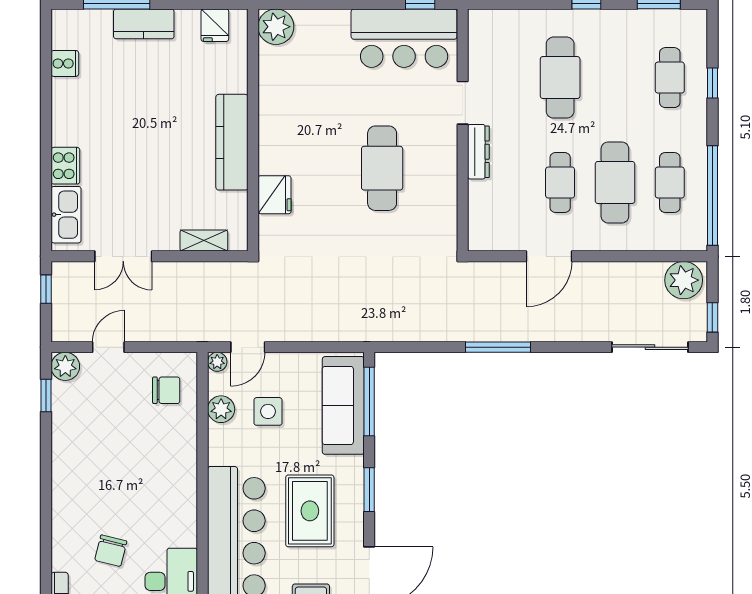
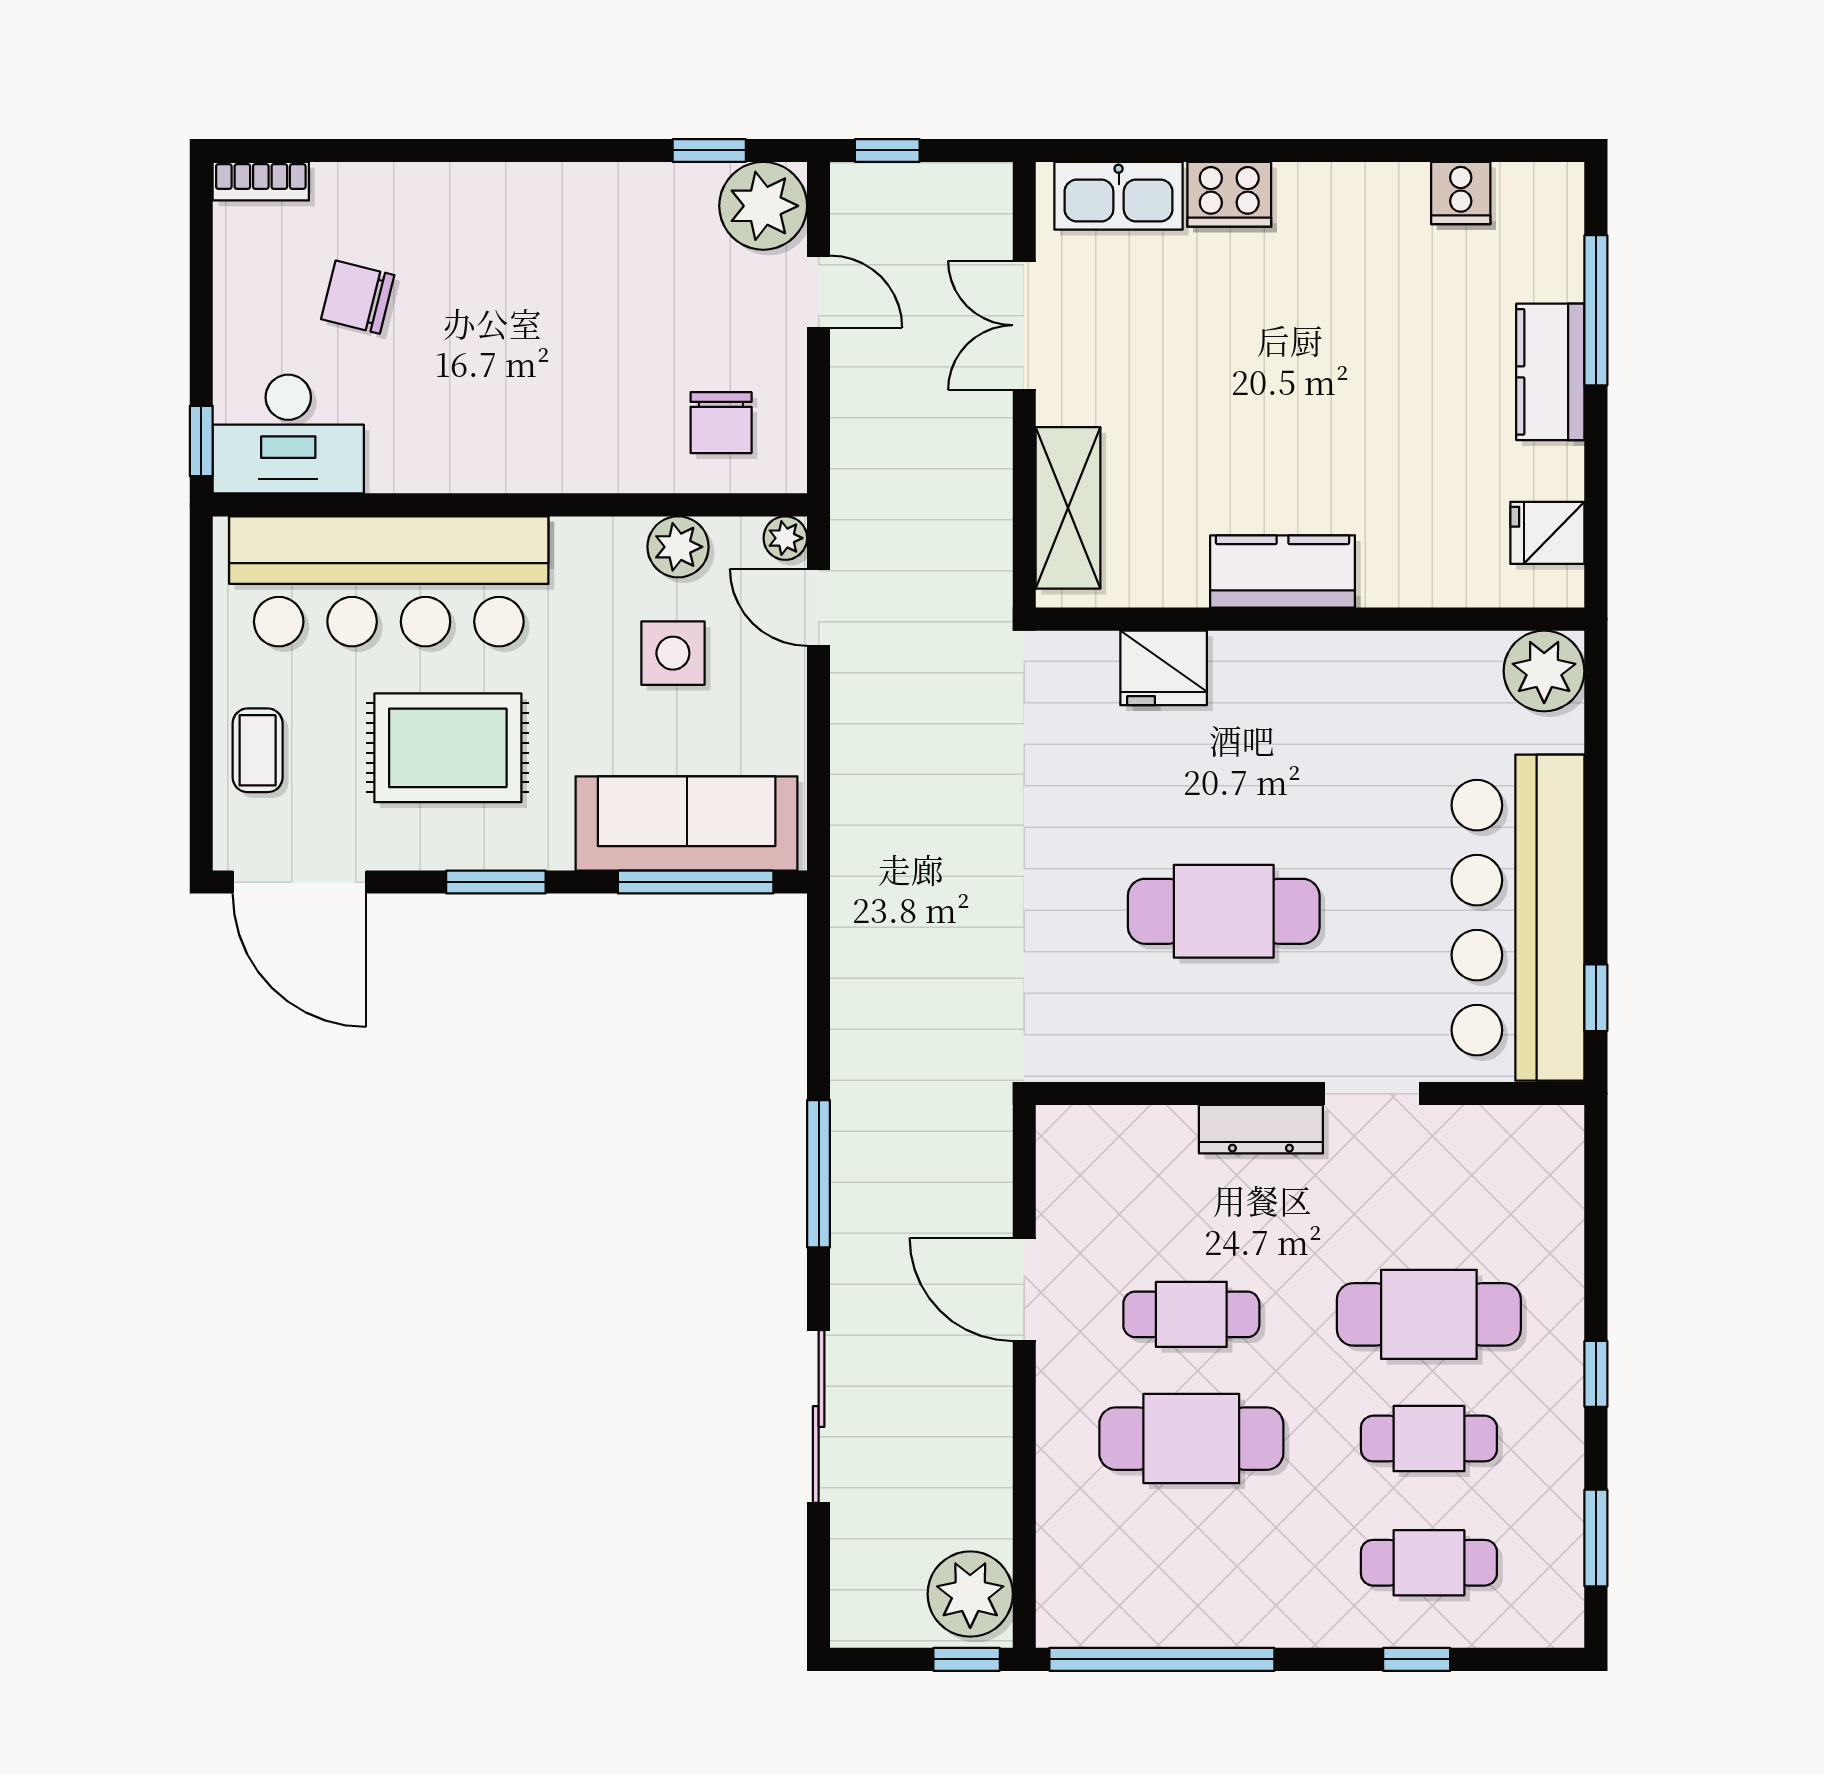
bar counter: (404, 38) -> (1518, 918), width x1.36
kitchen counter: (232, 142) -> (1283, 572), width x0.67
cafe table: (670, 182) -> (1429, 1439), moved
shelving: (204, 240) -> (1068, 508), width x1.50, depth x1.33
window: (46, 289) -> (887, 150), moved
window: (712, 317) -> (967, 1659), moved
sliding door: (650, 347) -> (819, 1417), moved
plant: (65, 366) -> (763, 206), width x1.36, depth x1.36

